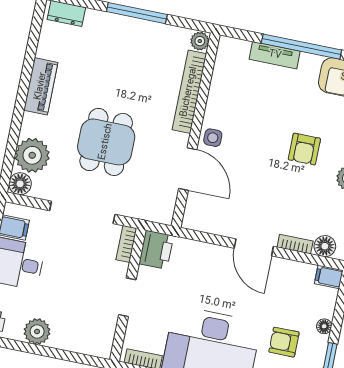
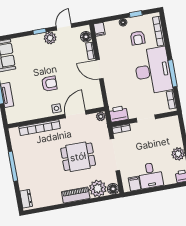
plant: (200, 41) -> (101, 117), moved
piano: (41, 86) -> (76, 195), moved
armchair: (304, 149) -> (49, 84), moved
door: (254, 247) -> (99, 69), swing flipped

